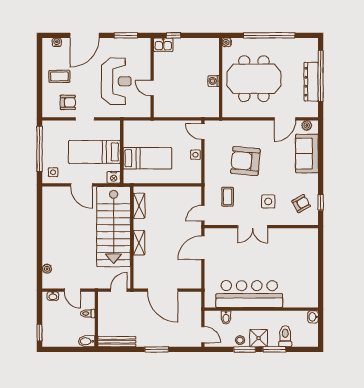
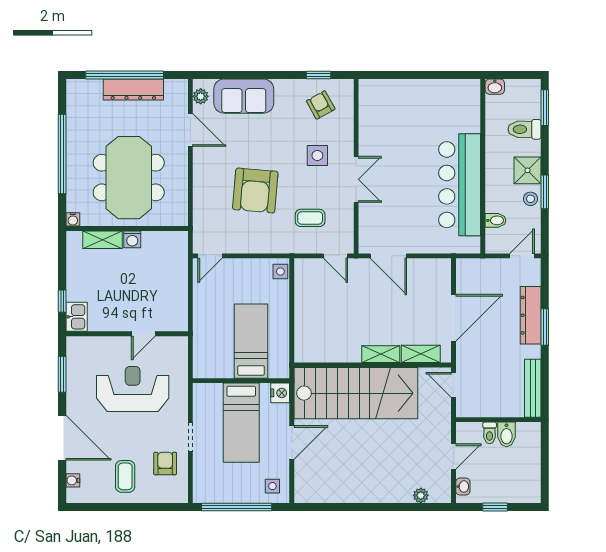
shelving: (213, 62) -> (103, 240), added
side table: (195, 155) -> (280, 272), moved
shelving: (139, 206) -> (421, 354), moved
window: (40, 333) -> (495, 507), moved
dresser: (164, 340) -> (531, 315), added
bidet: (87, 341) -> (507, 434), moved
window: (274, 349) -> (545, 108), moved

